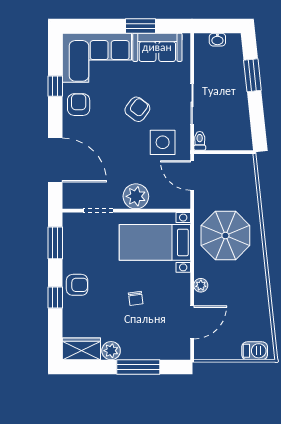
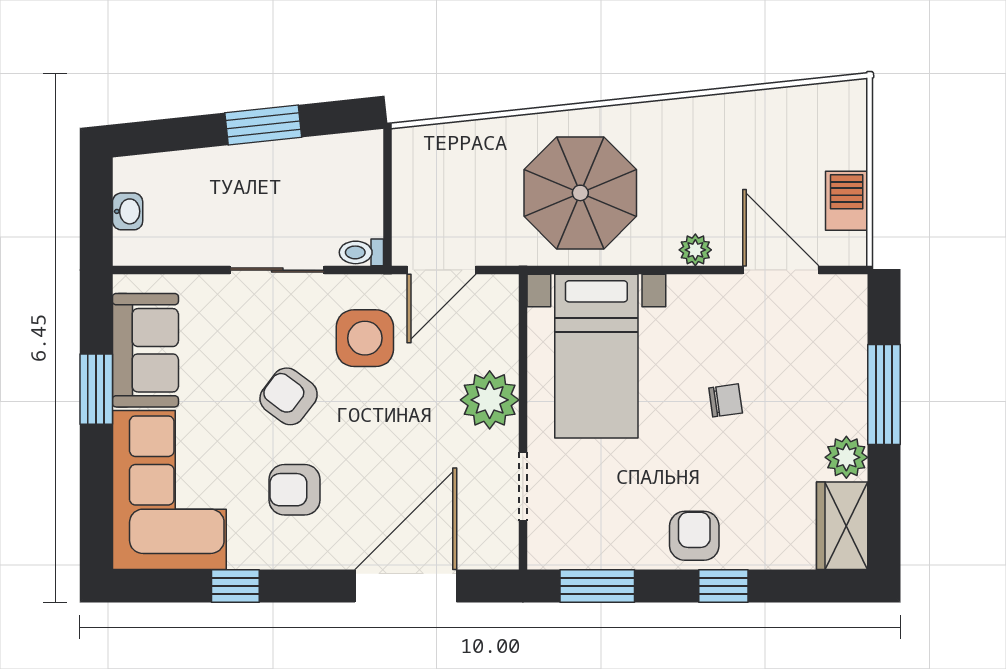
window: (252, 75) -> (263, 125), moved
armchair: (79, 105) -> (294, 490), moved
barbecue: (255, 351) -> (847, 201), moved

